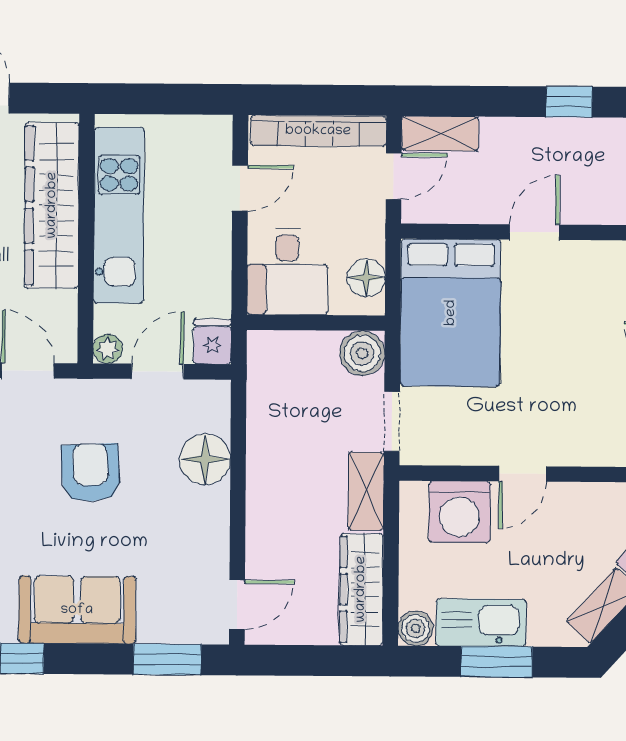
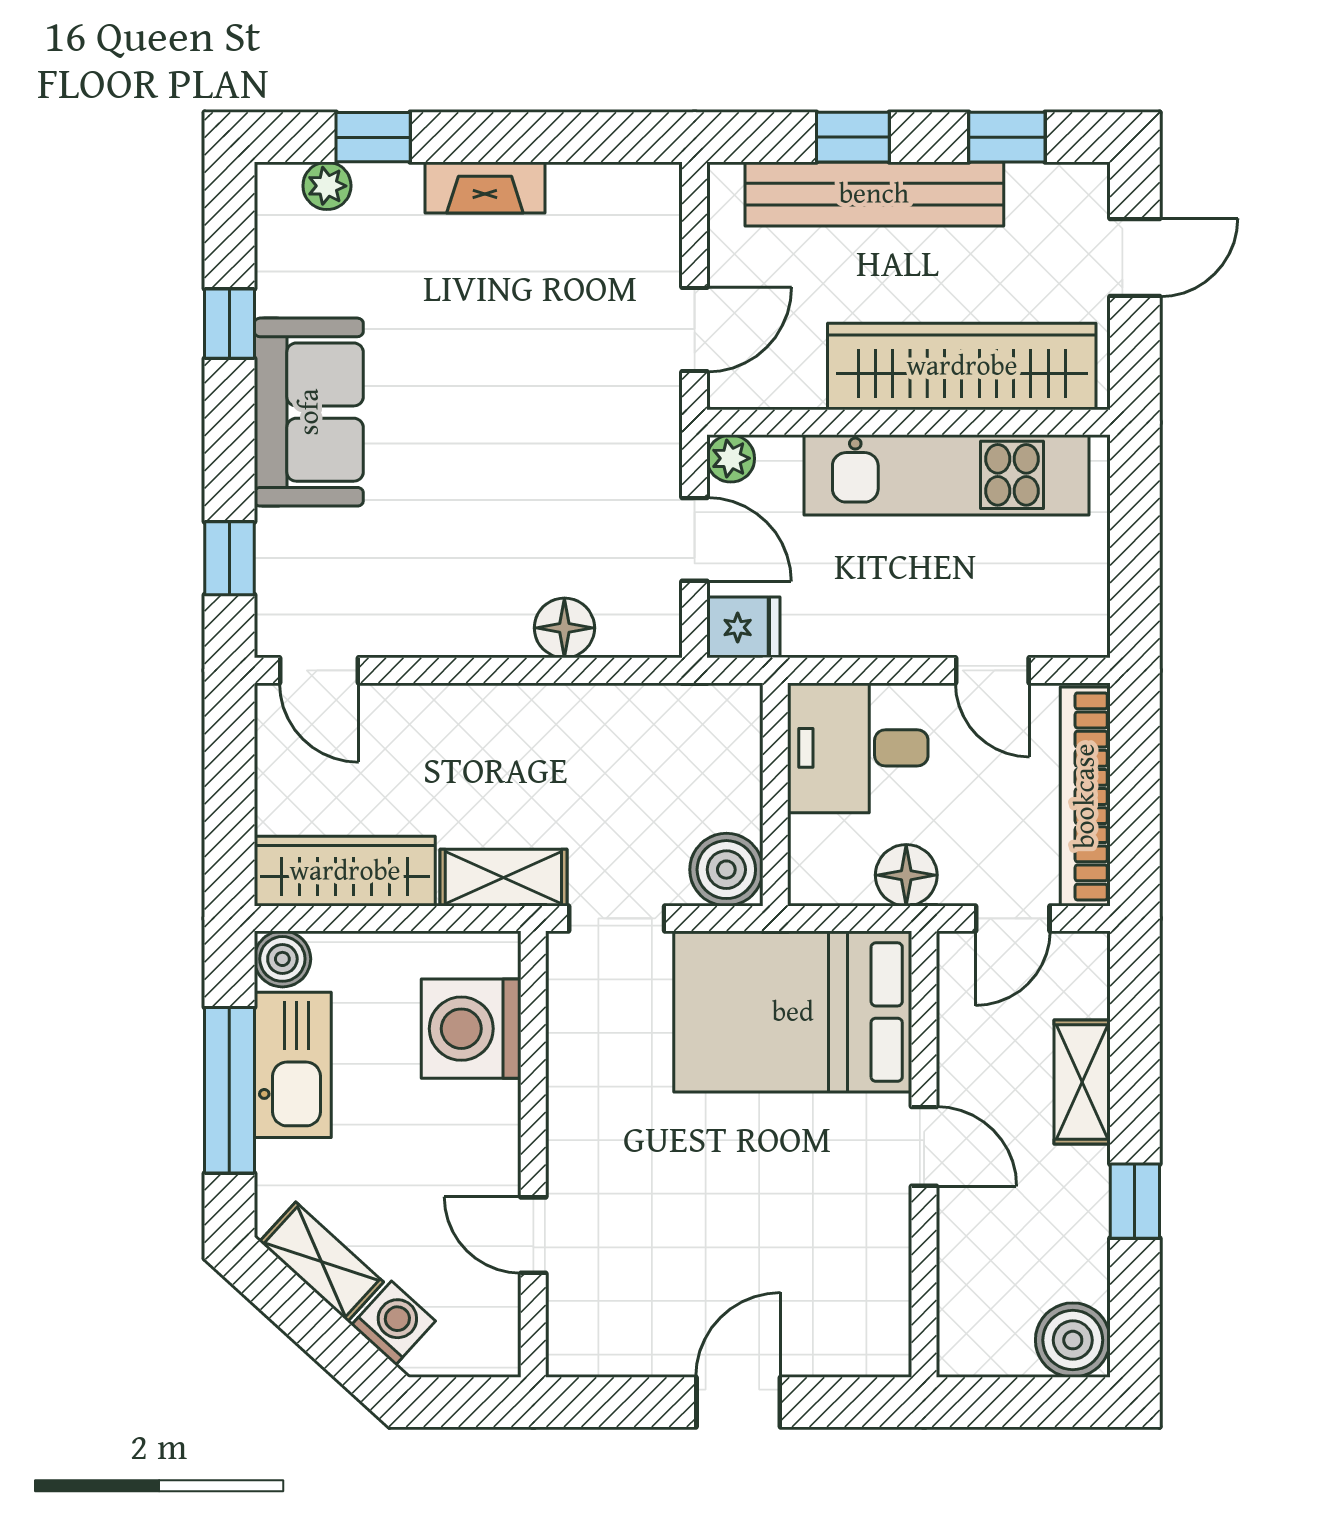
shelving: (440, 134) -> (1082, 1082), moved
door: (394, 176) -> (1013, 918), hinge flipped
floor lamp: (366, 278) -> (906, 875), moved
floor lamp: (205, 459) -> (564, 628), width x0.73, depth x0.73
armchair: (91, 473) -> (530, 432), removed
door: (523, 474) -> (533, 1235), moved
window: (167, 659) -> (229, 558), width x0.67
window: (497, 662) -> (229, 1090), width x1.44

